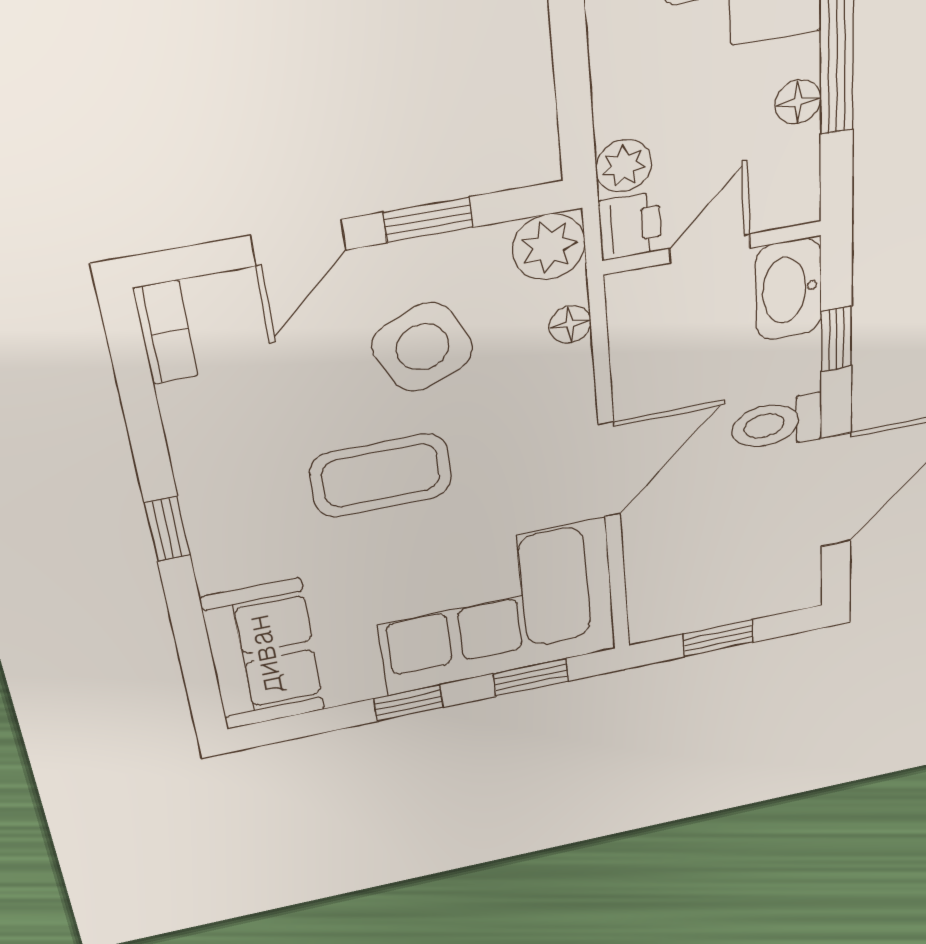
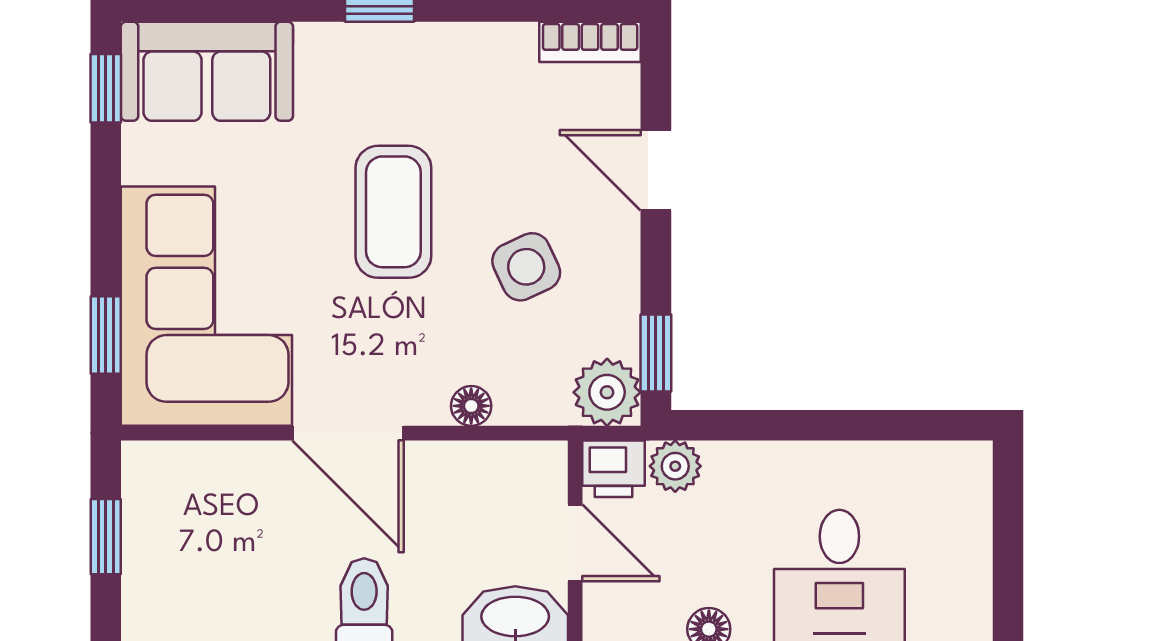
window: (428, 220) -> (656, 353), moved
floor lamp: (570, 324) -> (471, 406), moved
side table: (422, 347) -> (526, 267), width x0.73, depth x0.73
window: (408, 703) -> (106, 88), moved

